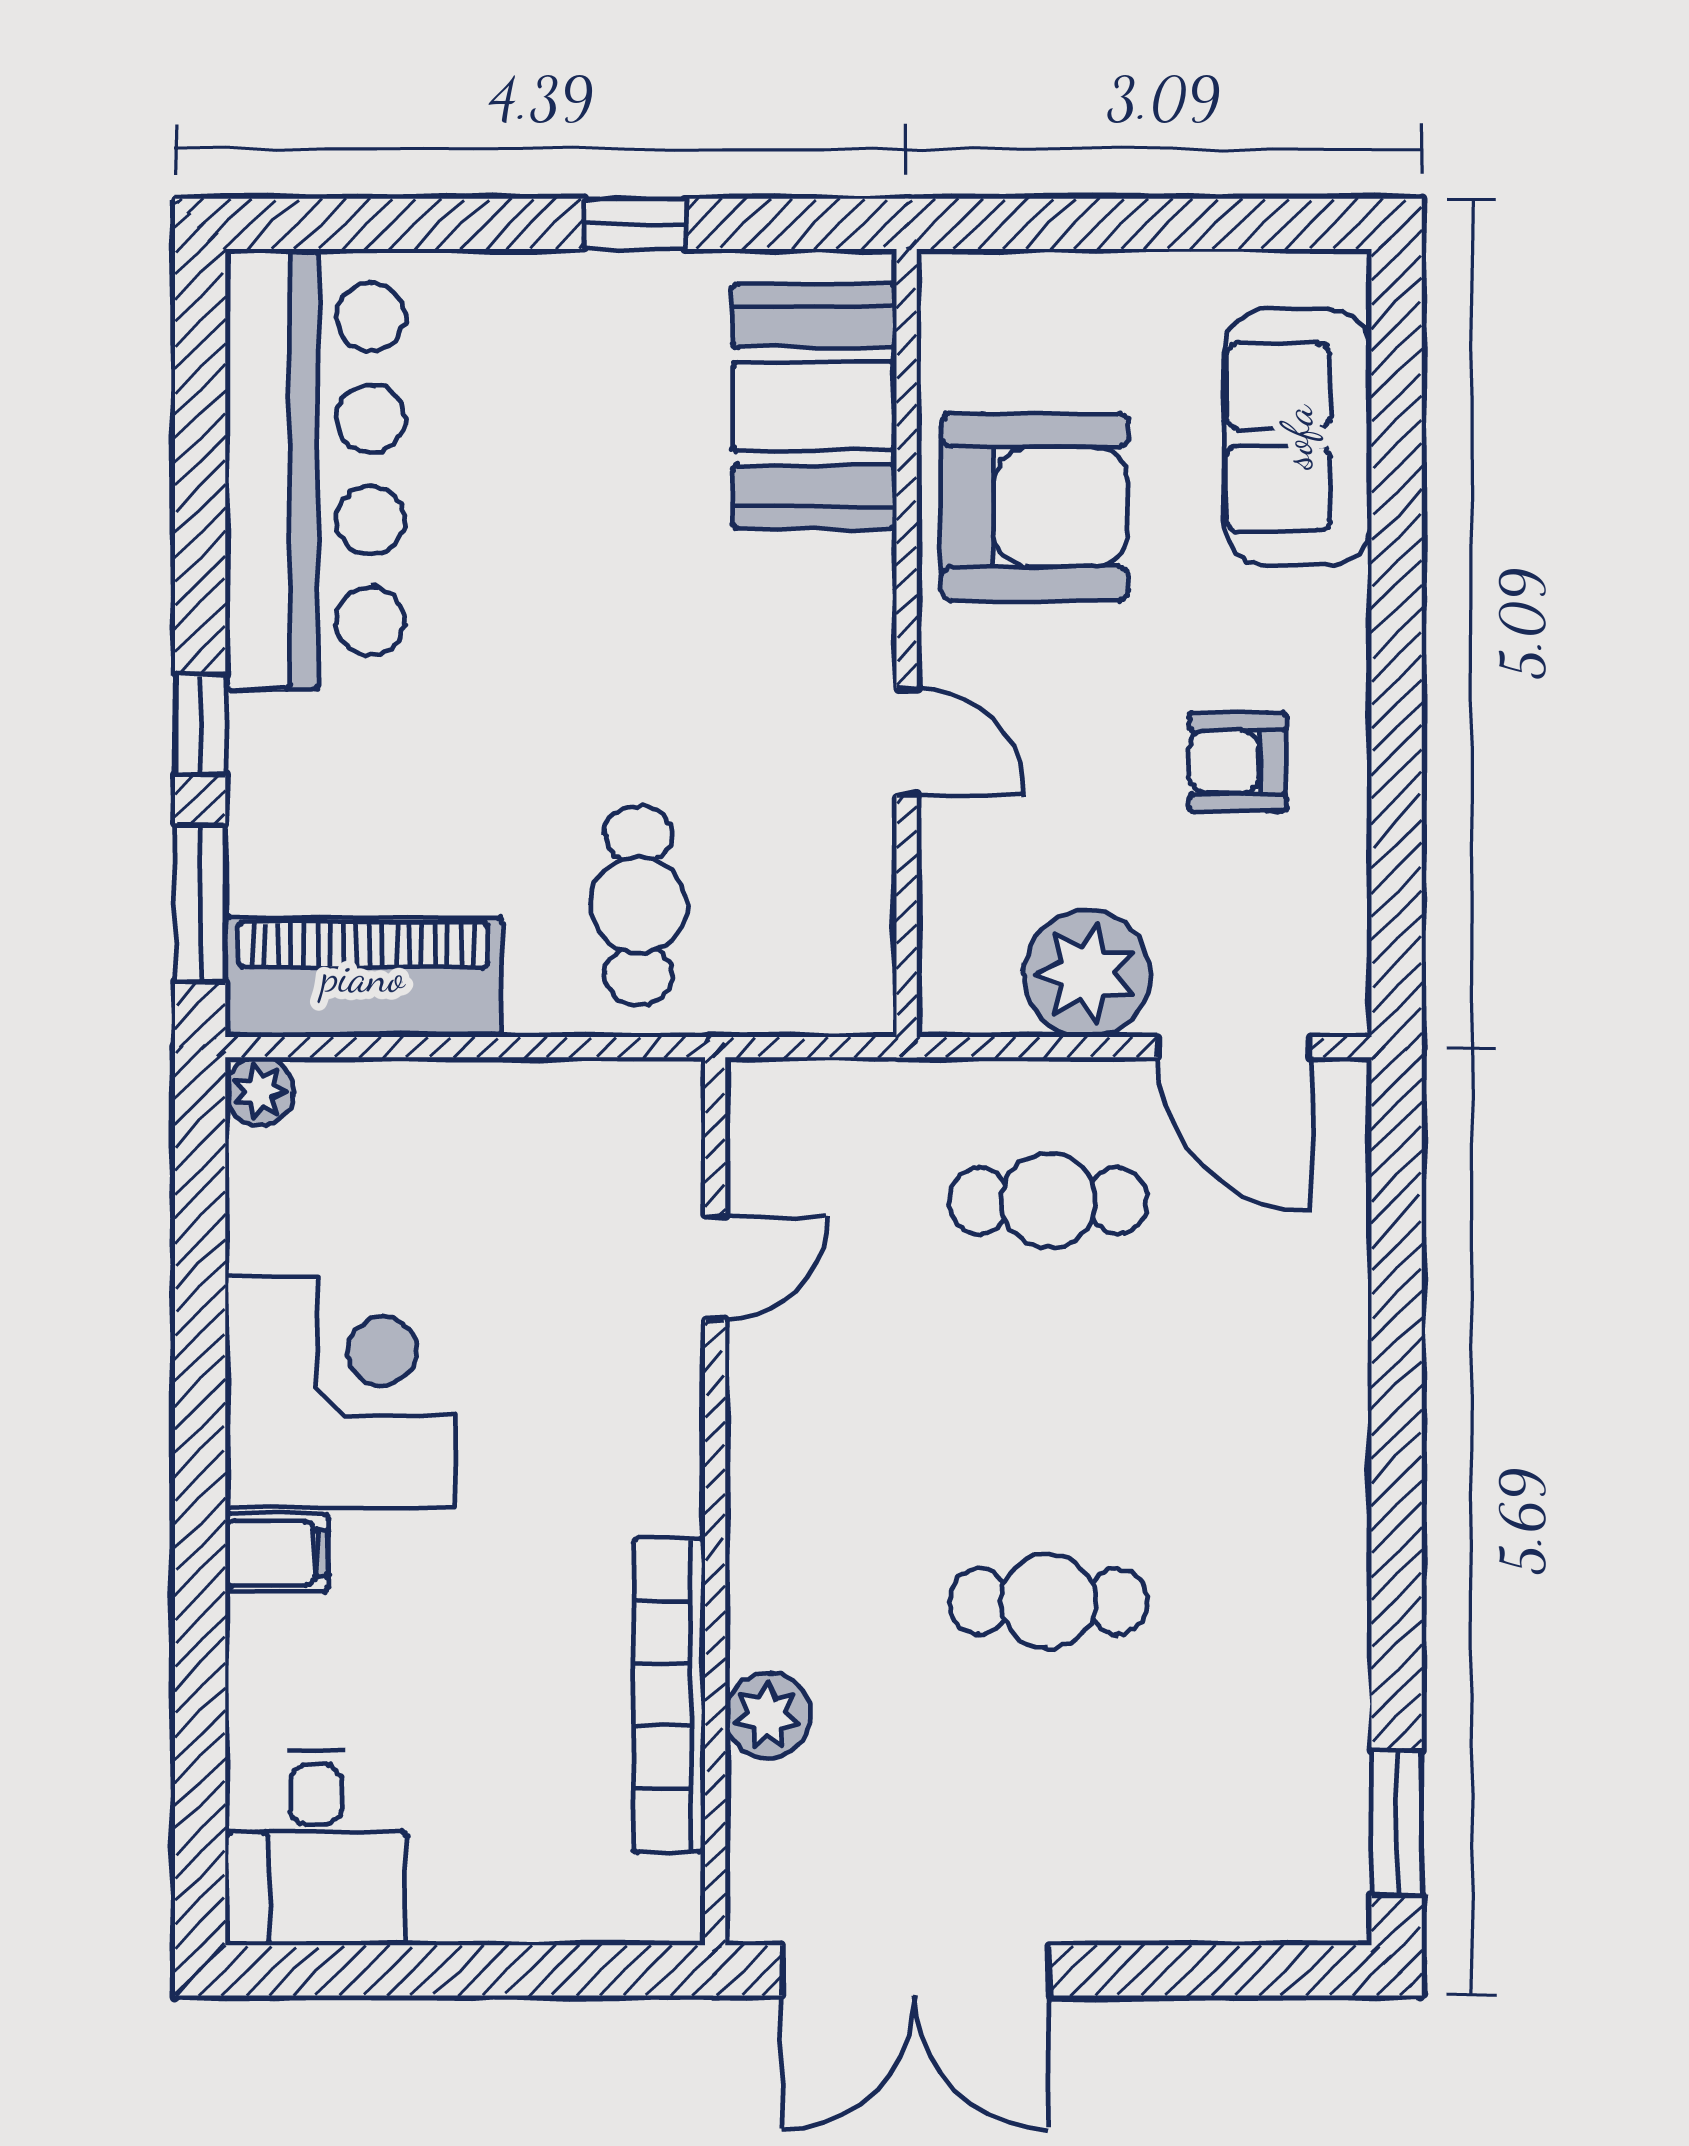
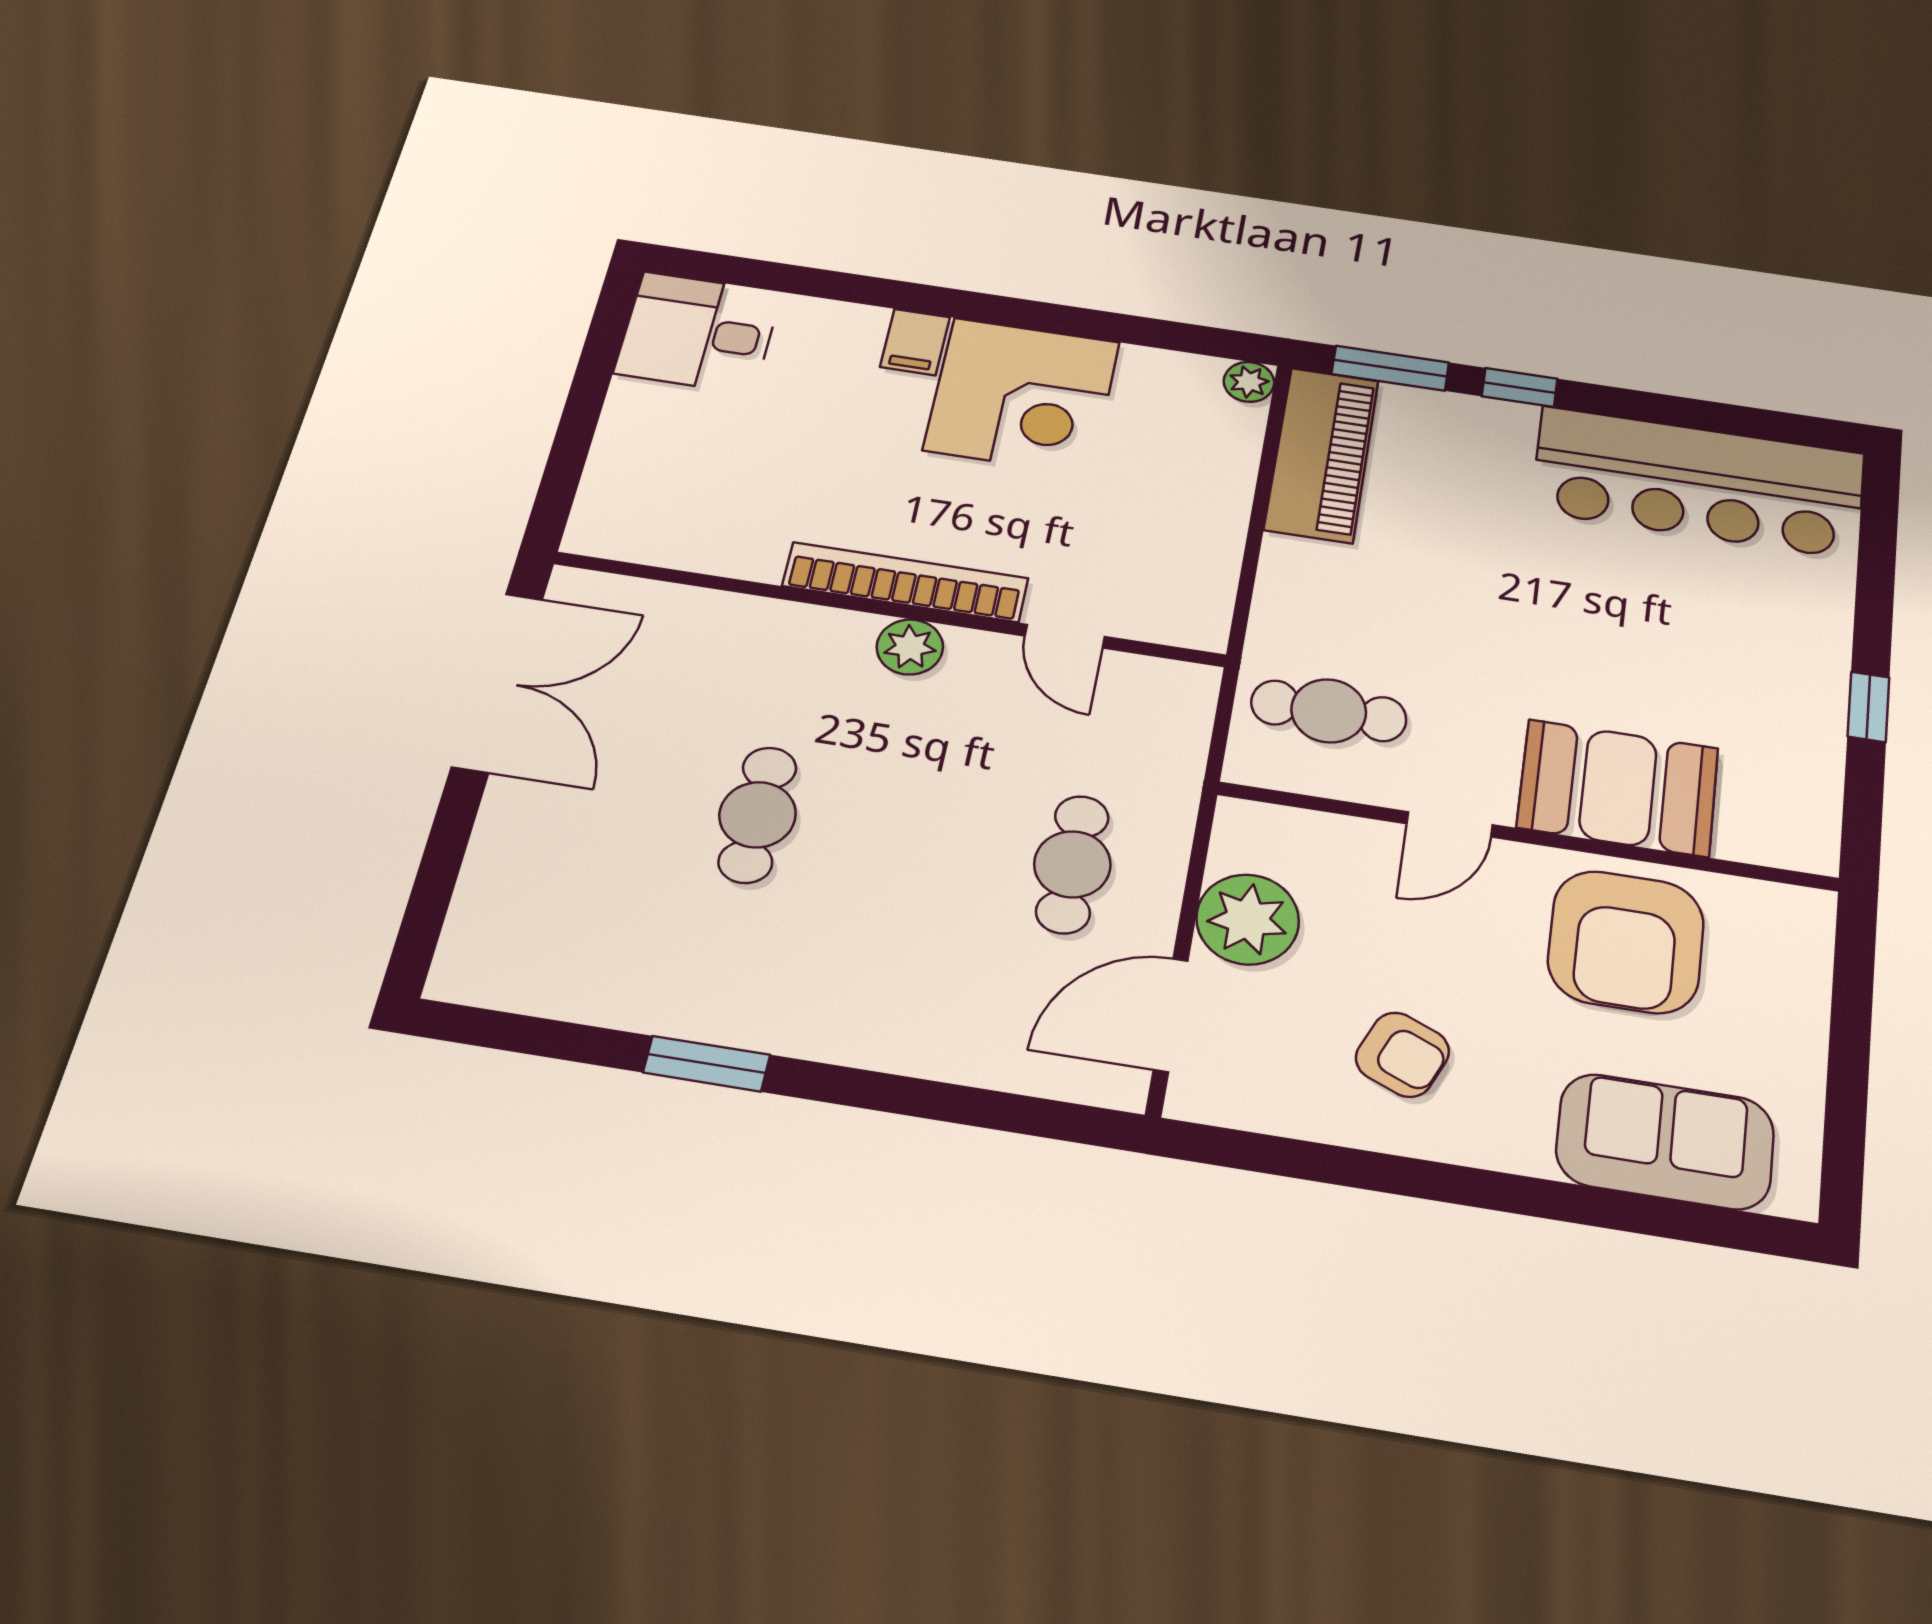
booth: (815, 406) -> (1618, 788), moved
armchair: (1238, 762) -> (1402, 1055), turned 113
cafe table: (638, 905) -> (1329, 711), moved
bookcase: (669, 1695) -> (905, 582), moved
plant: (768, 1716) -> (910, 647), moved
window: (1397, 1823) -> (707, 1064), moved
double door: (916, 1970) -> (498, 682), swing flipped

